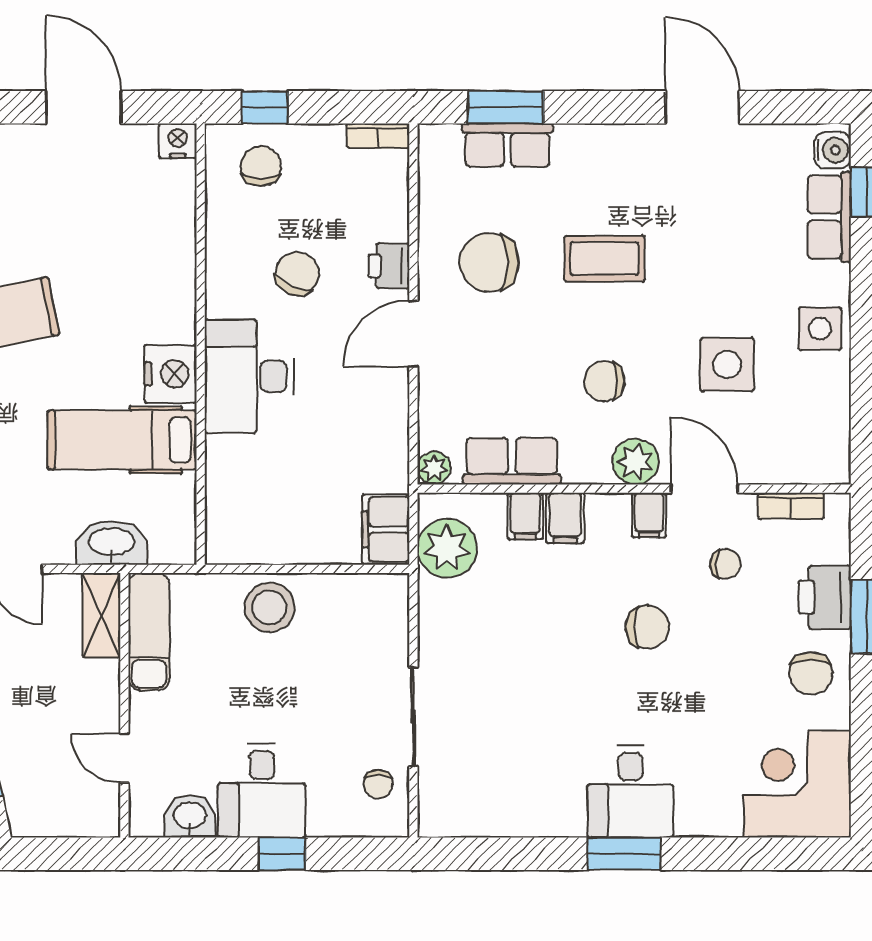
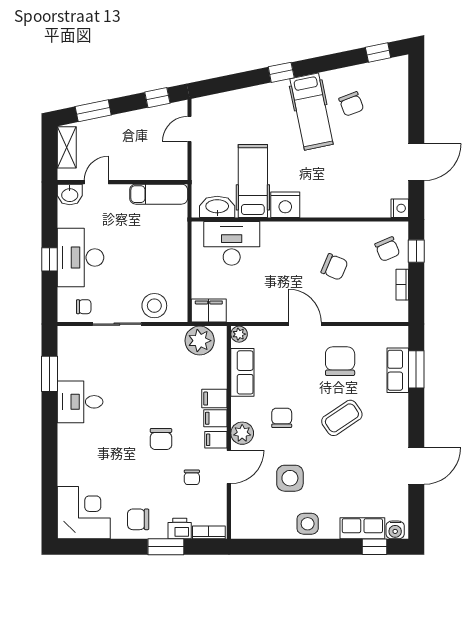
bookcase: (378, 136) -> (402, 285), moved
chair: (261, 166) -> (387, 249), turned 67
coffee table: (604, 259) -> (342, 418), turned 56
printer: (389, 266) -> (338, 312), removed
desk: (249, 376) -> (232, 243), moved
bookcase: (791, 506) -> (209, 532), moved, turned 90
filing cabinet: (525, 516) -> (215, 418), moved
washbasin: (111, 543) -> (217, 207), moved, turned -90
printer: (825, 597) -> (180, 529), width x0.73, depth x0.81
stool: (270, 607) -> (154, 306), moved
shelving: (101, 615) -> (67, 147), moved, turned 90
chair: (378, 784) -> (84, 307), turned 180
desk: (262, 791) -> (81, 258), width x1.37
desk: (630, 792) -> (80, 402), moved
washbasin: (190, 816) -> (70, 194), moved, turned 90
window: (624, 854) -> (50, 374), moved

